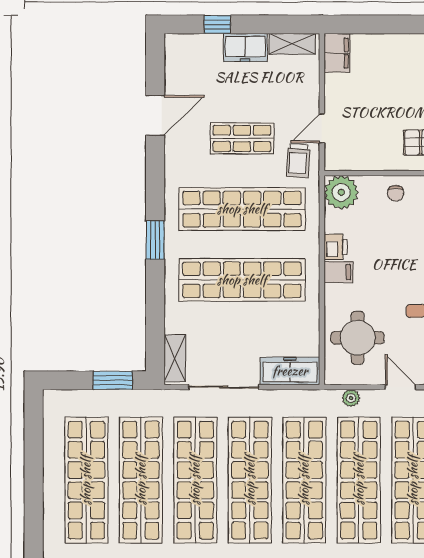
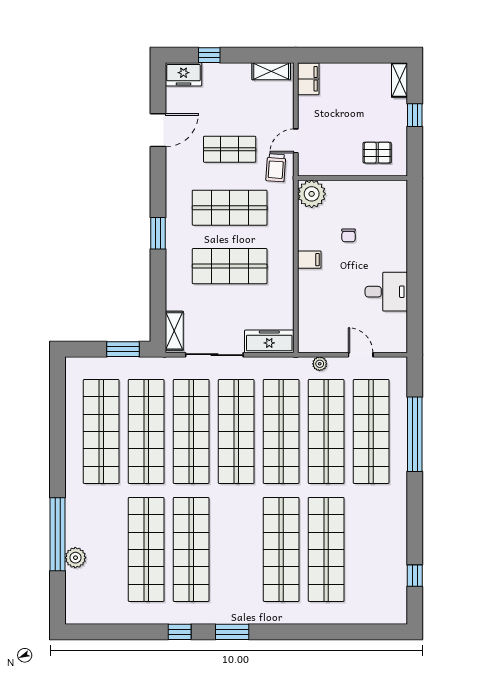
freezer: (245, 48) -> (184, 74), moved
chair: (396, 193) -> (349, 235), moved
shop shelf: (242, 209) -> (230, 208), width x0.71
printer: (336, 247) -> (307, 239), removed
shop shelf: (242, 280) -> (230, 266), width x0.71
round table: (358, 338) -> (325, 314), removed

